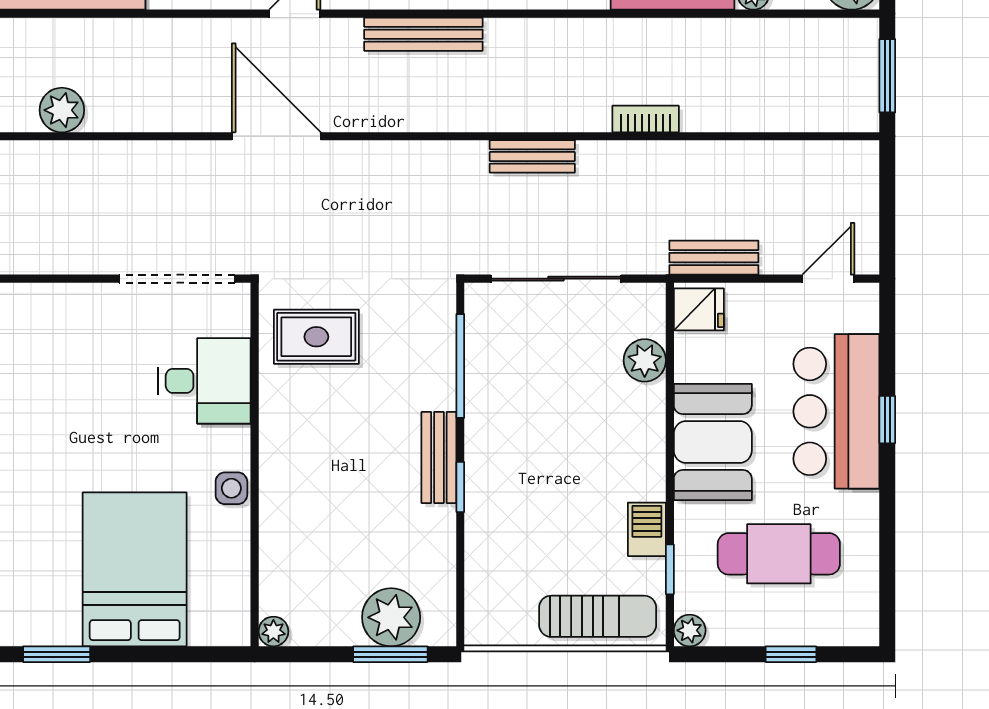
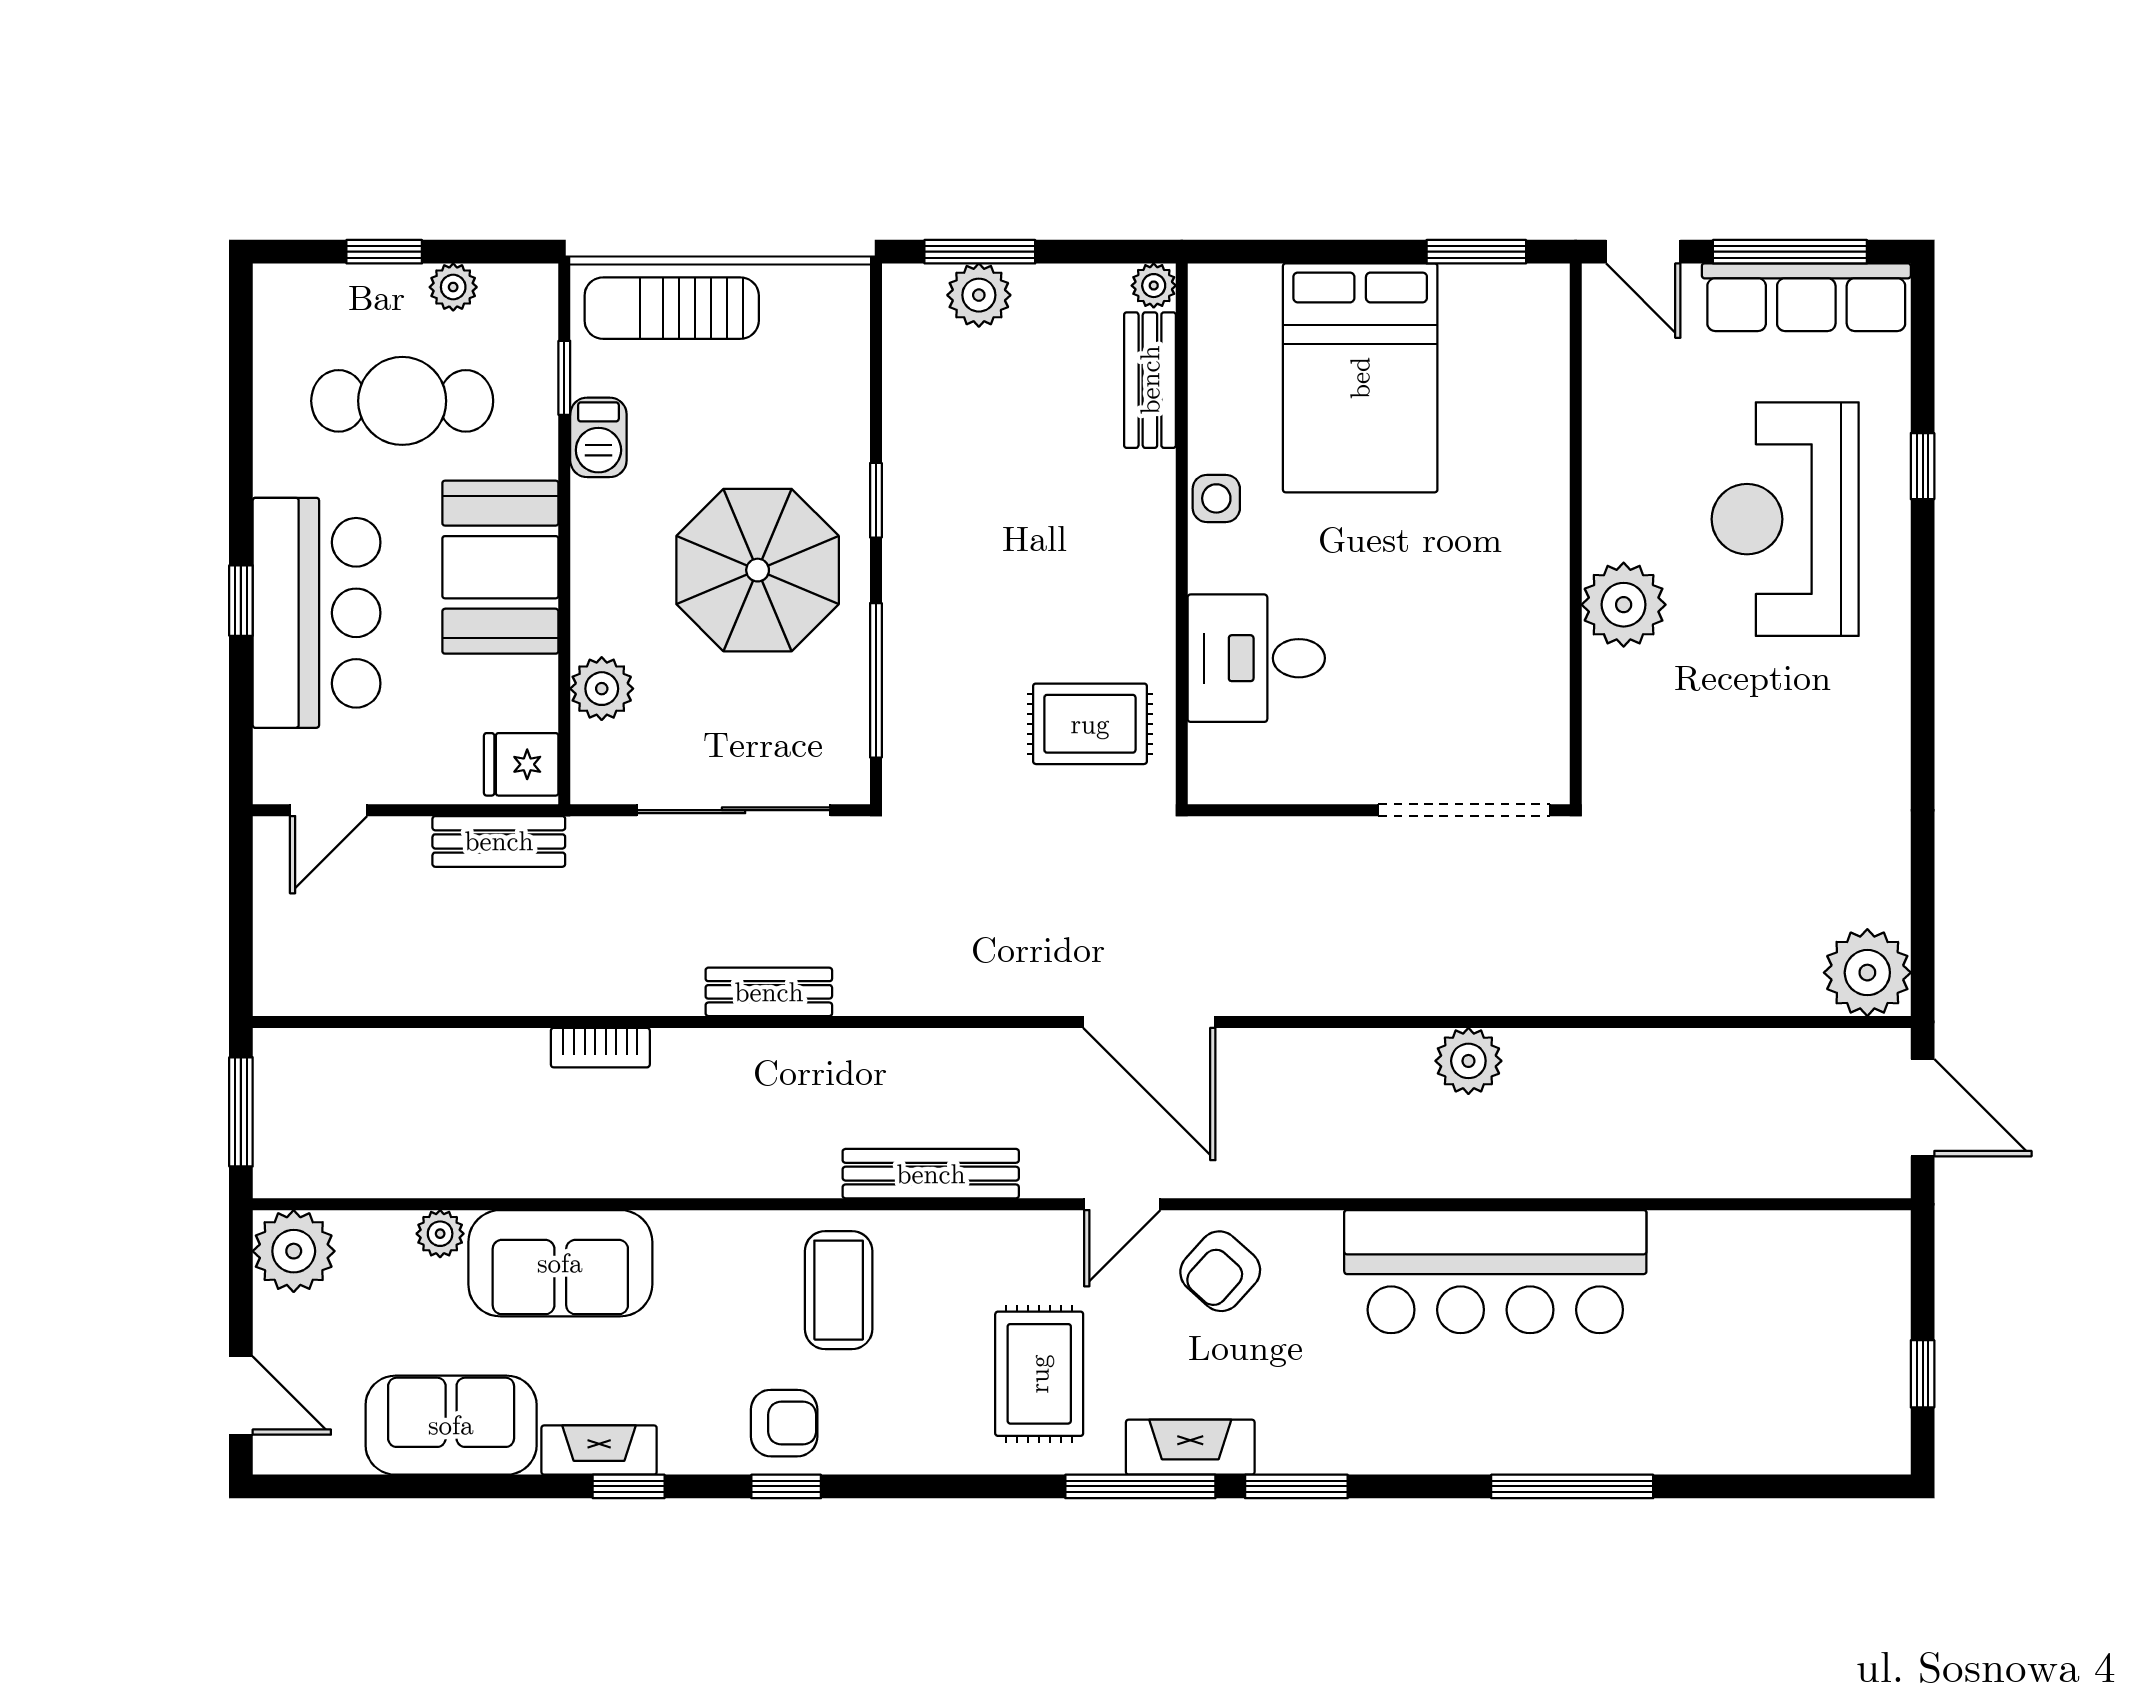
doorway: (177, 279) -> (1464, 810), moved
parasol: (540, 440) -> (758, 570), added
bench: (439, 457) -> (1150, 380), moved
plant: (391, 617) -> (979, 295), width x0.73, depth x0.73
plant: (690, 630) -> (453, 287), moved

